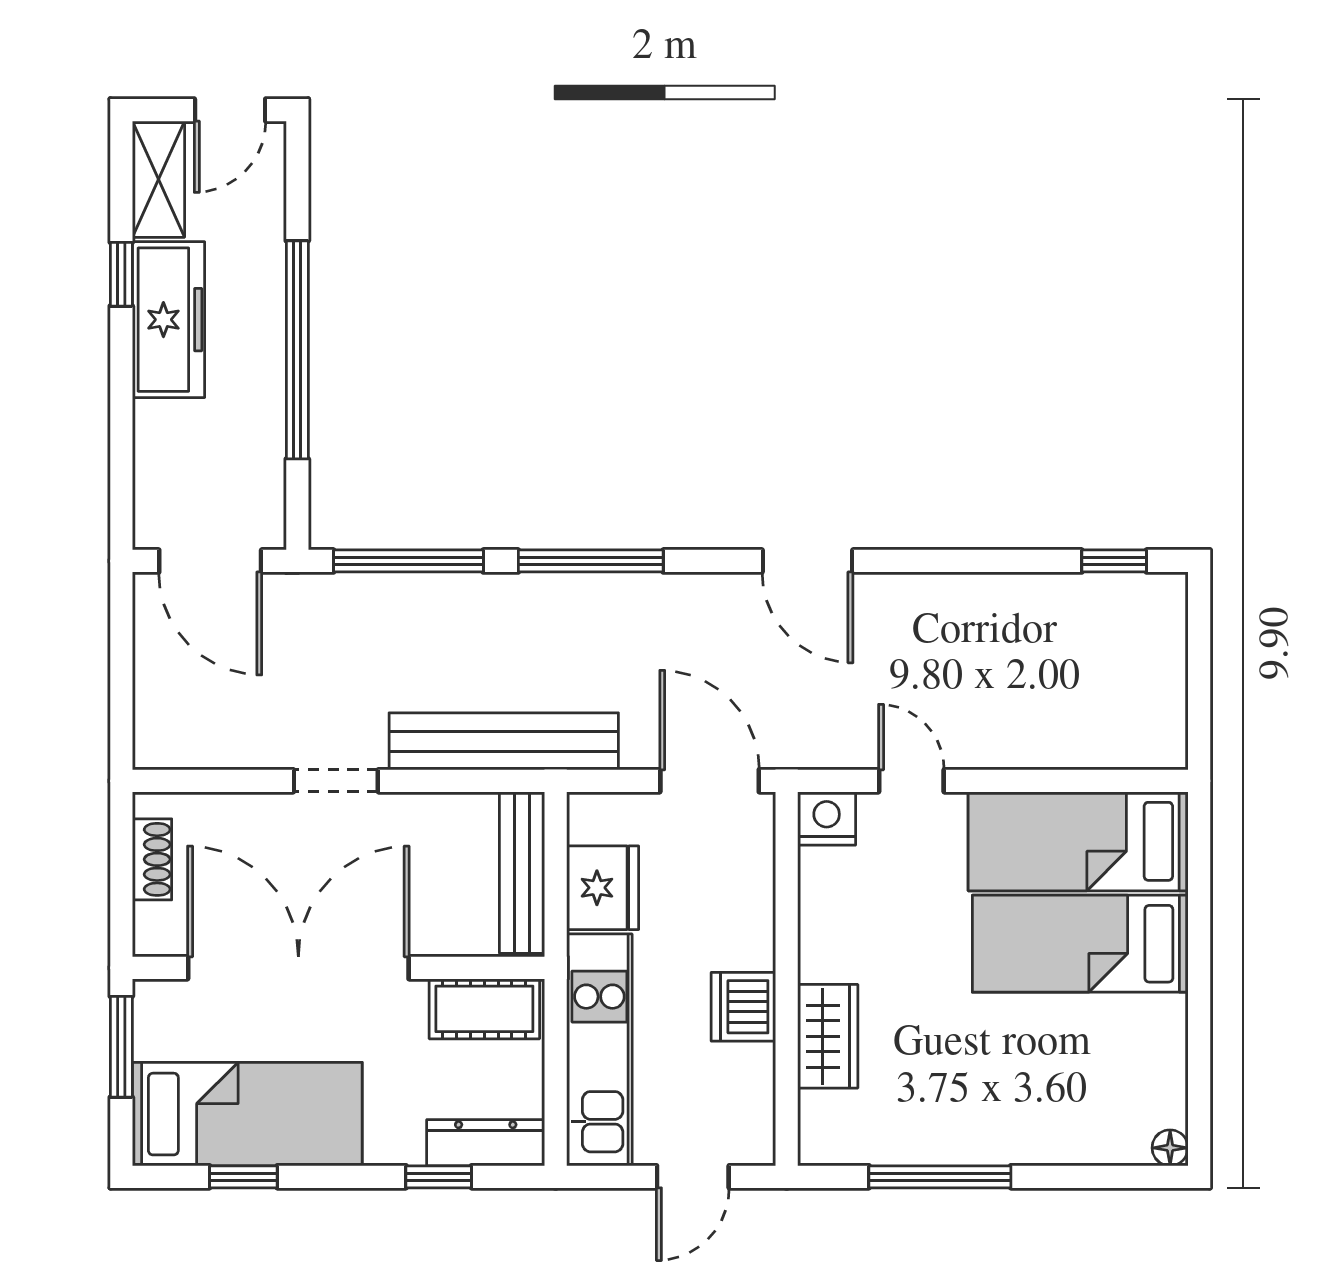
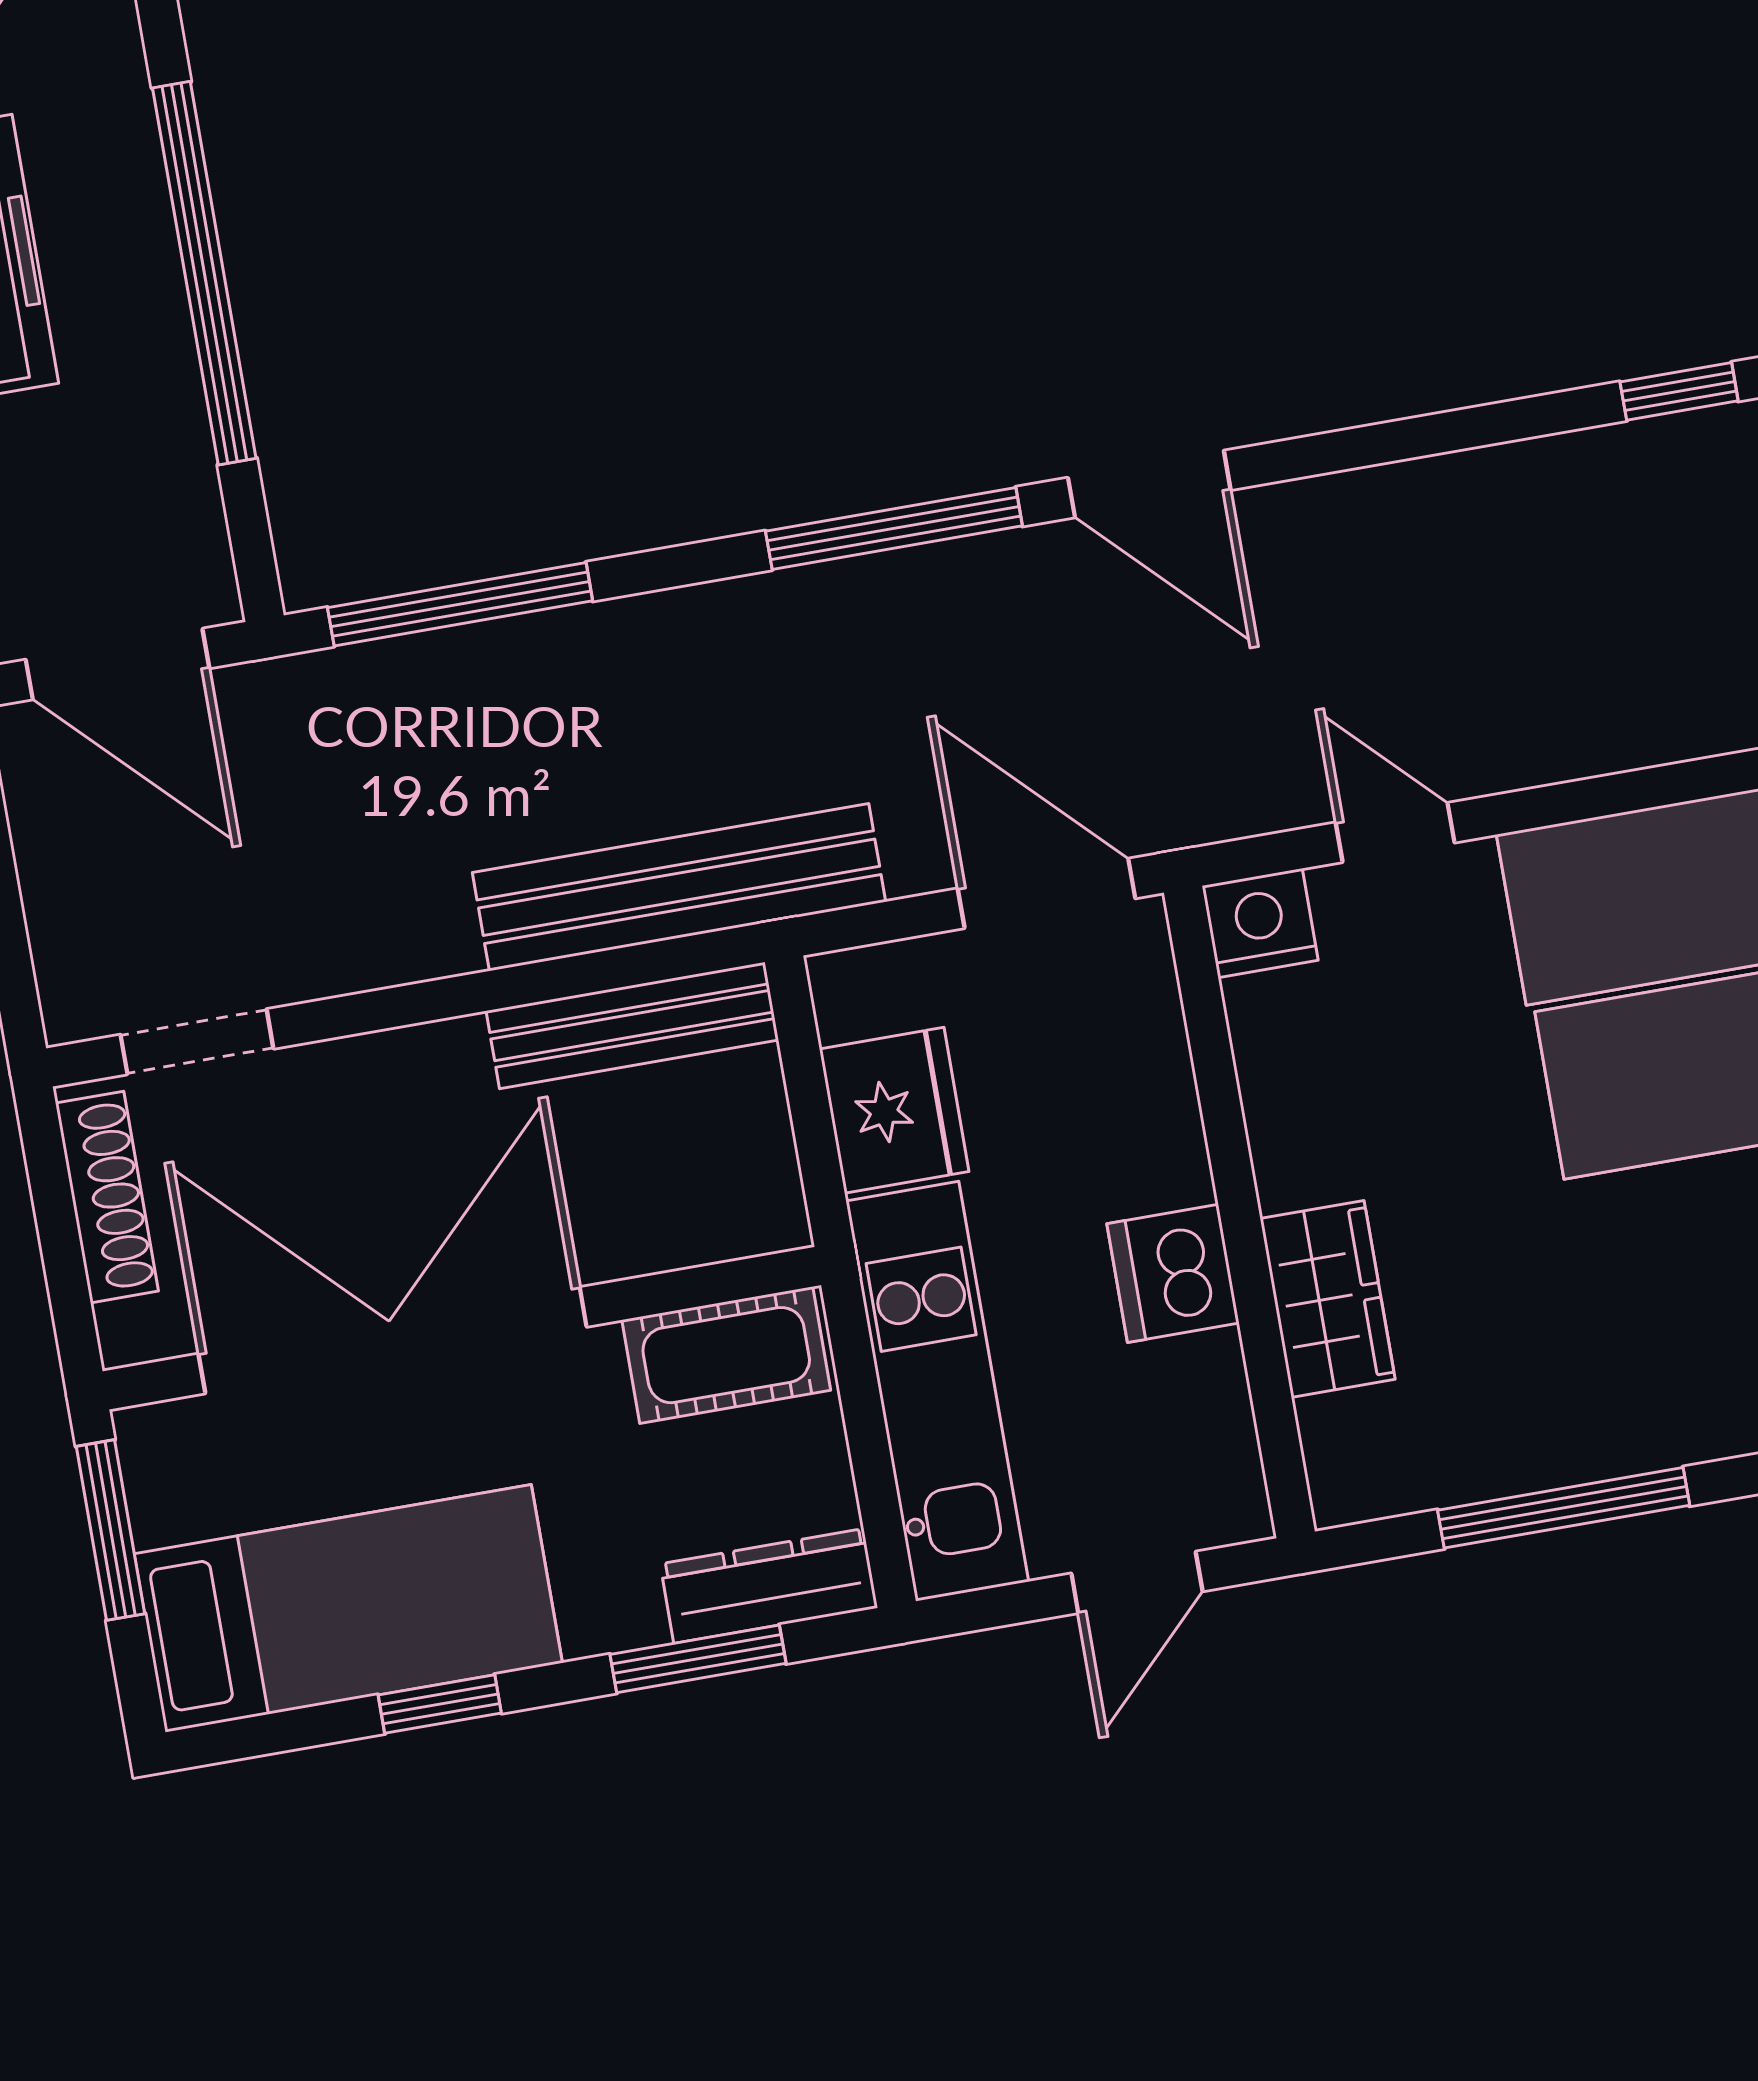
window: (591, 561) -> (894, 529), moved
doorway: (336, 781) -> (197, 1042), moved
shoe rack: (152, 859) -> (107, 1197), width x1.43
bench: (522, 873) -> (632, 1025), moved, turned 90
window: (243, 1177) -> (440, 1704), moved
window: (439, 1177) -> (698, 1659), width x1.50

